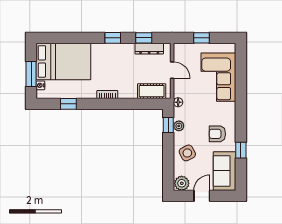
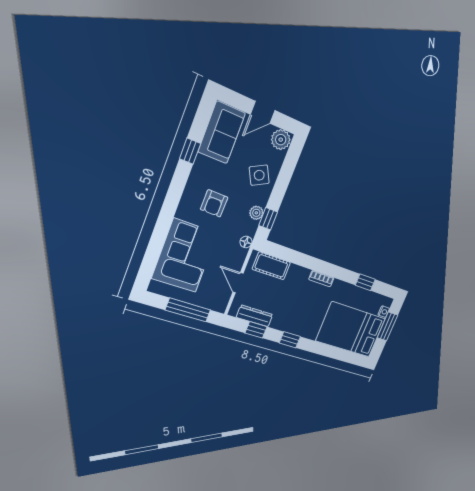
window: (201, 38) -> (188, 310), width x2.17
armchair: (217, 134) -> (214, 203), moved, turned 91

